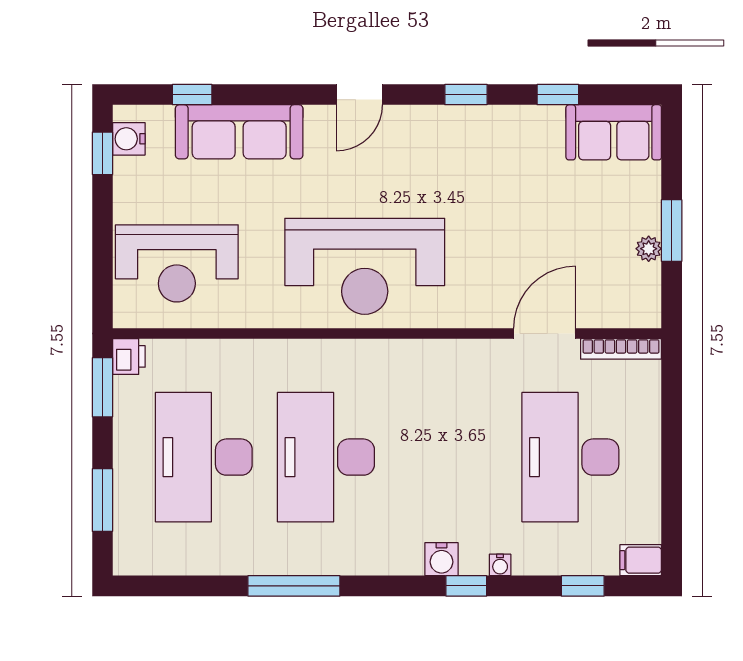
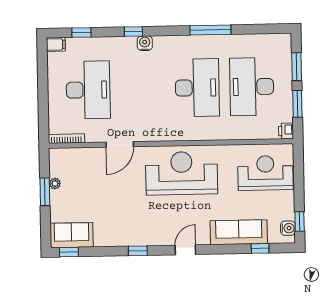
window: (558, 95) -> (69, 252), moved
door: (545, 333) -> (120, 144), moved
window: (102, 387) -> (297, 104), moved
desk: (204, 457) -> (252, 87), turned 180
water cooler: (500, 565) -> (119, 41), removed

